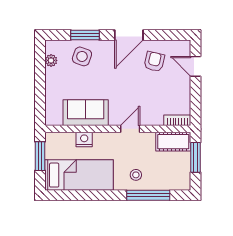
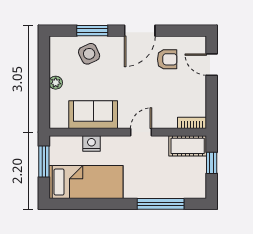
side table: (82, 56) -> (89, 54), turned 45
plant: (51, 60) -> (56, 83), moved
armchair: (154, 62) -> (167, 59), turned 77
window: (196, 157) -> (212, 163), width x0.67
stool: (136, 175) -> (147, 182), removed

